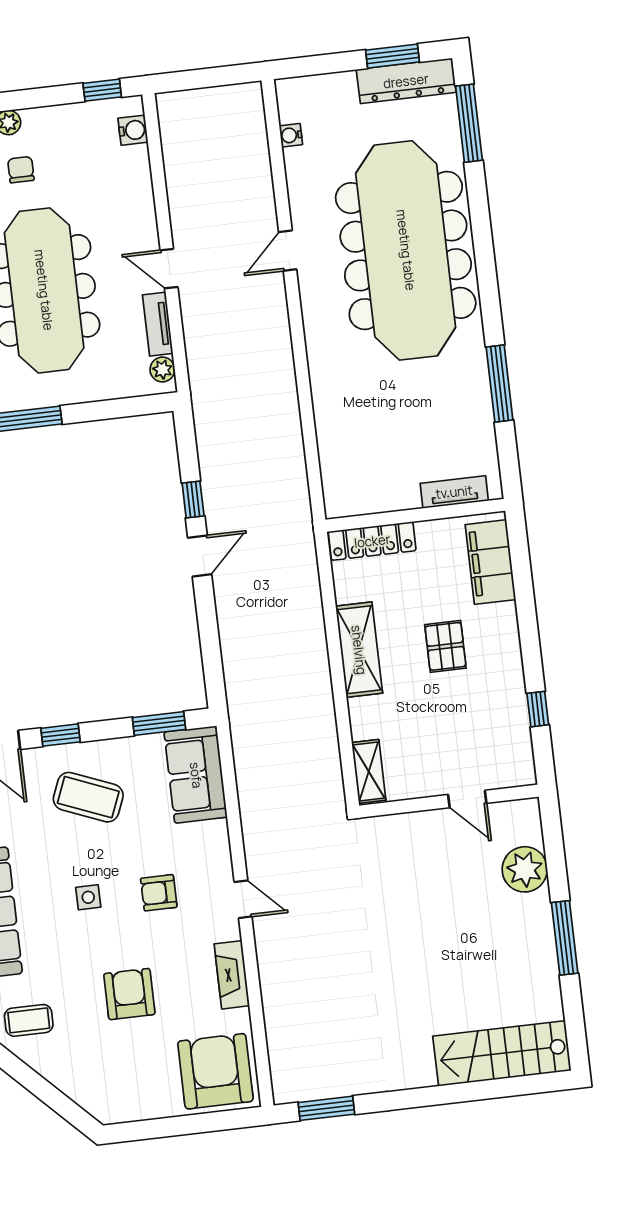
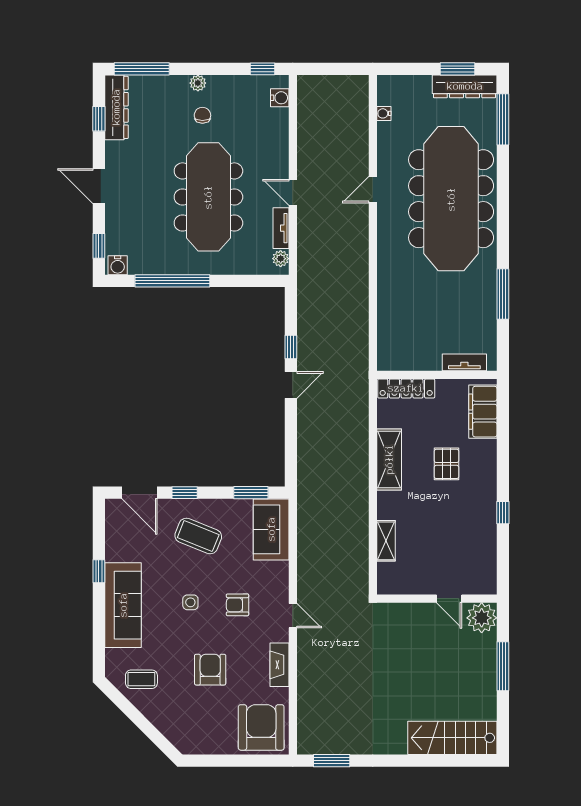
door: (467, 799) -> (449, 599), moved
wall: (449, 801) -> (437, 599), moved

